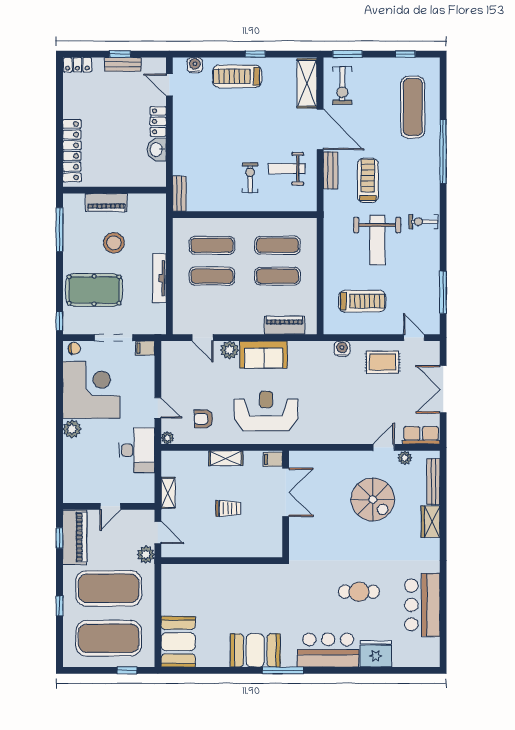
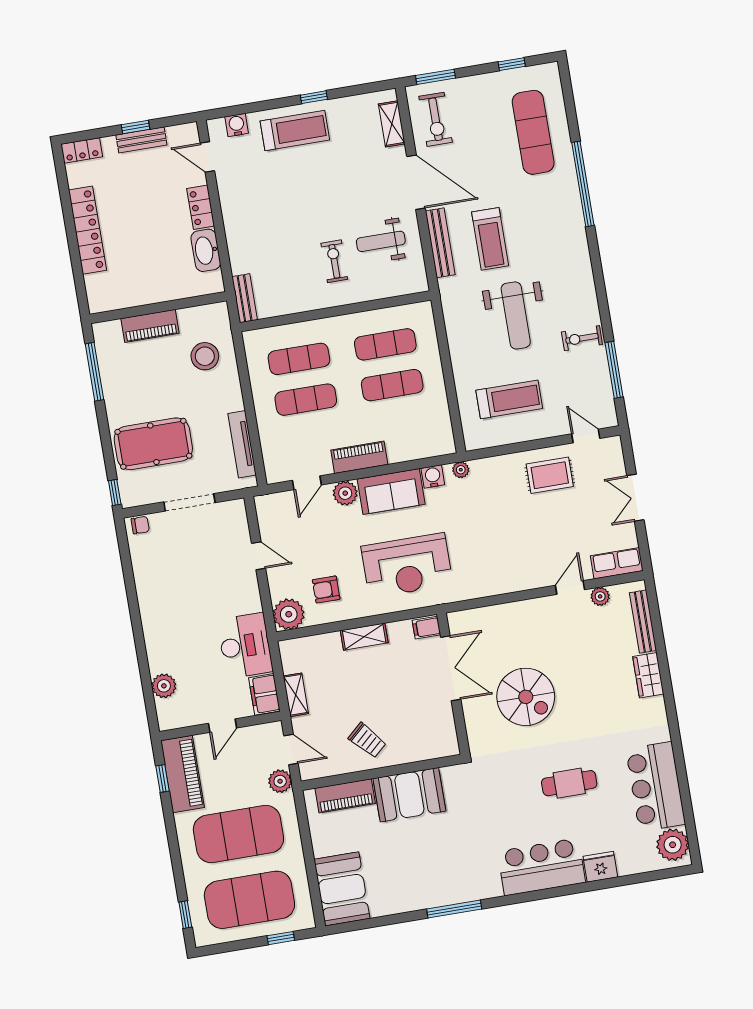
treadmill: (237, 76) -> (295, 130), turned 180
shelving: (307, 83) -> (392, 124), width x0.67, depth x0.75
washbasin: (157, 149) -> (206, 250), width x1.38
locker: (72, 151) -> (88, 230), moved
bench: (331, 170) -> (440, 243), width x1.36
treadmill: (368, 180) -> (490, 239), turned 180
exercise bike: (423, 222) -> (582, 338), moved
stool: (114, 243) -> (205, 356), moved
tv unit: (159, 278) -> (242, 444), moved
piano: (284, 325) -> (359, 457), moved
door: (203, 338) -> (307, 483), hinge flipped
plant: (318, 347) -> (461, 470), added
filing cabinet: (145, 348) -> (264, 694), moved, width x2.00
water cooler: (342, 349) -> (433, 477), moved
double door: (443, 389) -> (635, 498), width x0.73
corner desk: (91, 390) -> (172, 576), removed
door: (158, 408) -> (259, 556), moved
reception desk: (266, 411) -> (407, 565), turned 180
plant: (72, 429) -> (164, 686), moved
plant: (167, 438) -> (289, 614), width x1.88, depth x1.88
spiral stairs: (373, 499) -> (526, 697), moved
trolley: (228, 508) -> (367, 740), moved, turned 48
piano: (192, 573) -> (345, 796), added
window: (60, 606) -> (185, 915), moved
booth: (255, 650) -> (409, 795), moved
plant: (428, 650) -> (673, 845), added
fridge: (376, 654) -> (600, 867), width x0.73, depth x0.75
window: (283, 670) -> (454, 909), moved

